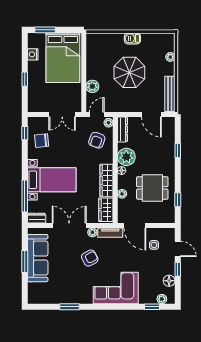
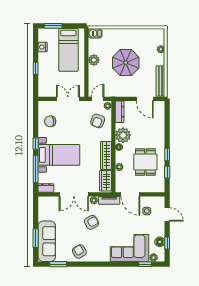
barbecue: (132, 38) -> (95, 33), moved
bed: (63, 58) -> (68, 50), width x0.67
plant: (92, 86) -> (94, 60), moved
double door: (62, 115) -> (68, 99), swing flipped
window: (25, 133) -> (36, 144), moved
window: (178, 150) -> (167, 155), moved
dining table: (152, 188) -> (145, 162), turned 90
double door: (69, 226) -> (74, 194), swing flipped
sofa: (38, 258) -> (47, 241), moved
window: (25, 261) -> (36, 238), moved
window: (178, 269) -> (167, 243), moved
corner sofa: (116, 288) -> (129, 248), moved
armchair: (76, 292) -> (79, 251), added
window: (70, 307) -> (58, 264), moved

